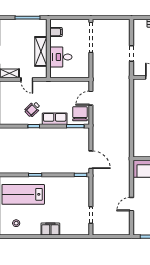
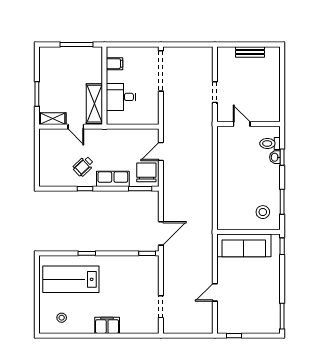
shelving: (41, 51) -> (94, 104), moved
door: (91, 160) -> (161, 233), hinge flipped

